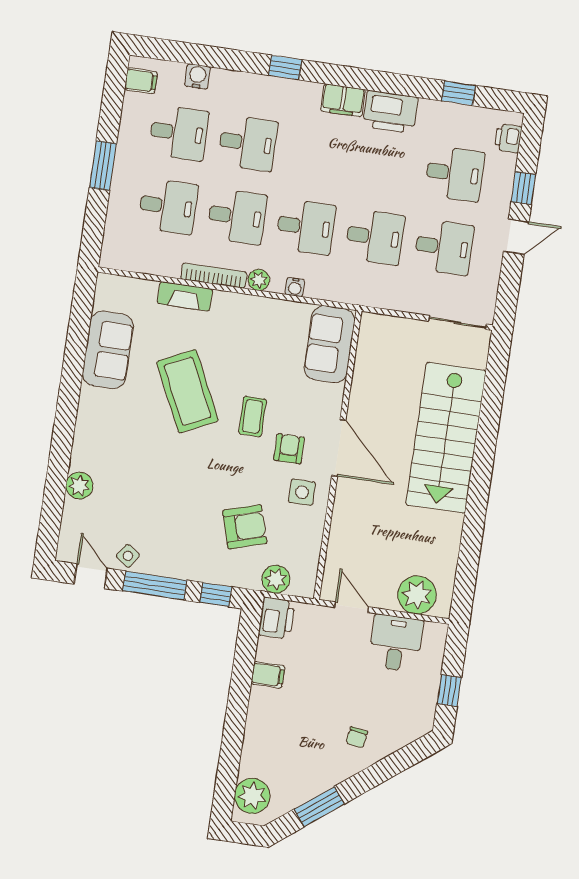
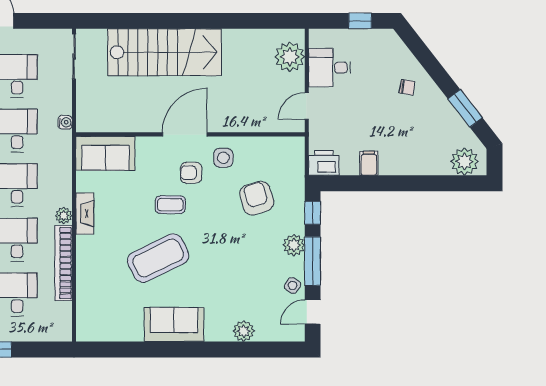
bookcase: (214, 276) -> (63, 263), width x1.48, depth x1.31
water cooler: (295, 287) -> (65, 122), moved
fireplace: (185, 296) -> (85, 214), moved
sofa: (108, 350) -> (174, 325), moved
plant: (276, 579) -> (294, 245), moved

